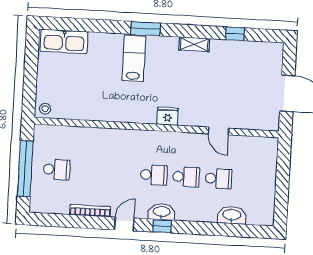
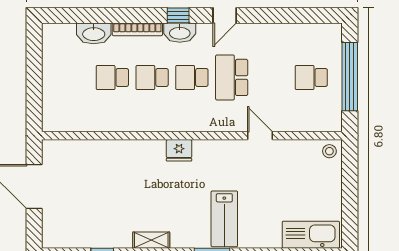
door: (218, 131) -> (260, 136), moved
school desk: (121, 173) -> (232, 77), added
bookcase: (90, 211) -> (137, 29), moved

